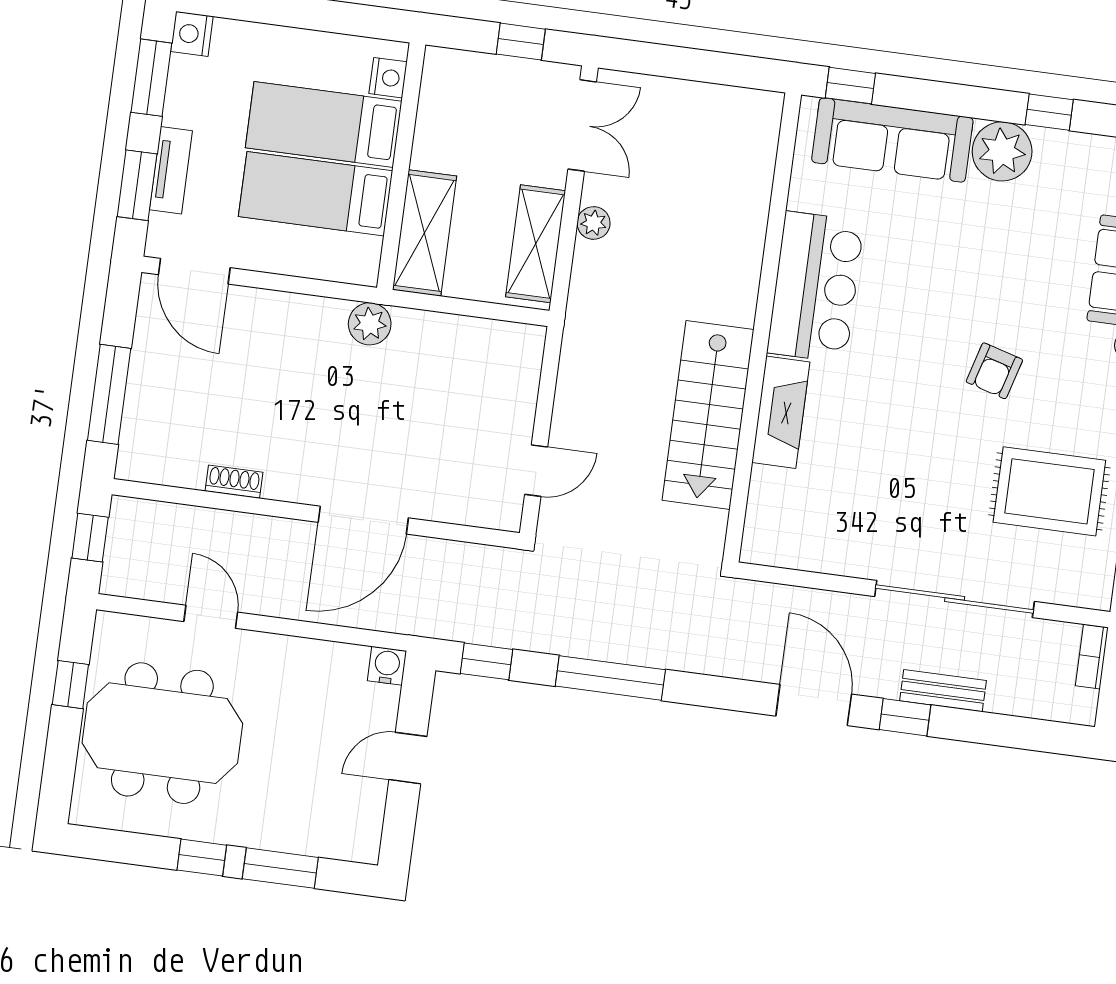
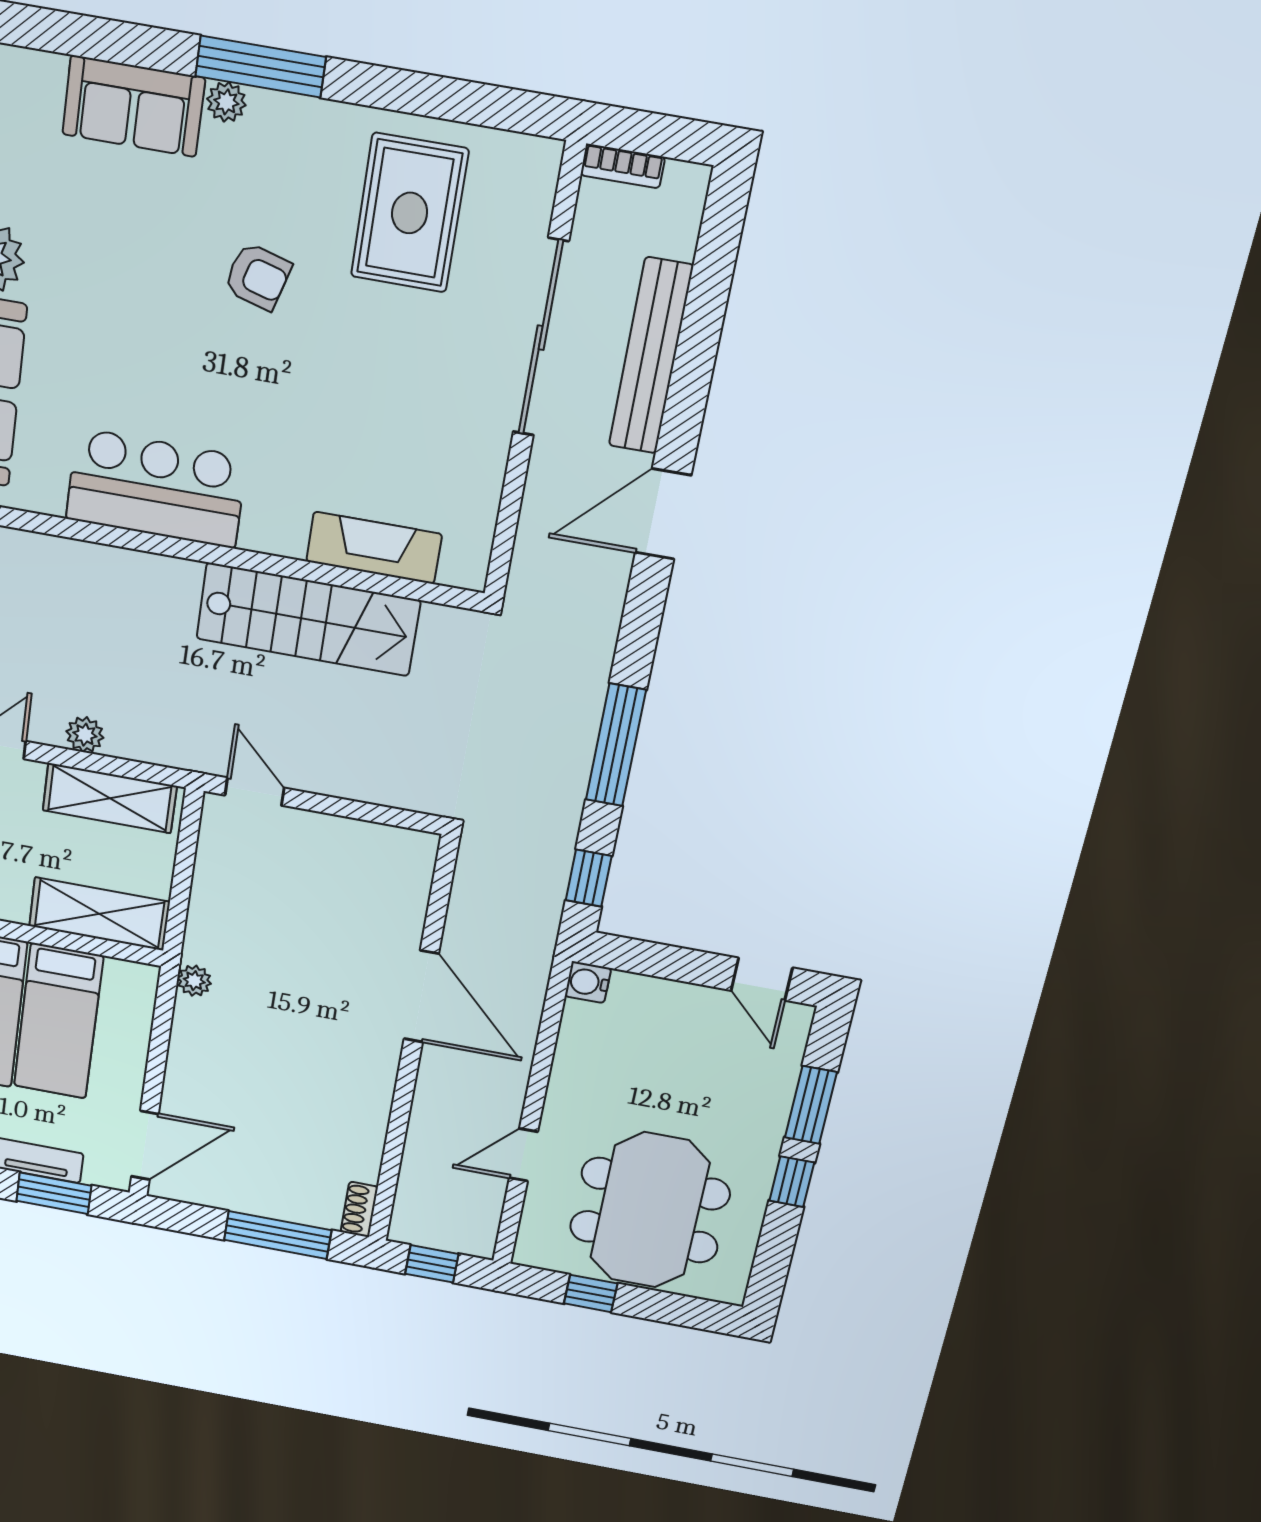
plant: (370, 324) -> (194, 981), width x0.73, depth x0.73
fireplace: (781, 412) -> (374, 548), moved
door: (536, 471) -> (255, 792), moved
shoe rack: (234, 482) -> (359, 1209), moved
bench: (943, 691) -> (651, 356), width x1.86, depth x1.21
window: (905, 717) -> (685, 405), removed
door: (408, 758) -> (762, 979), moved

